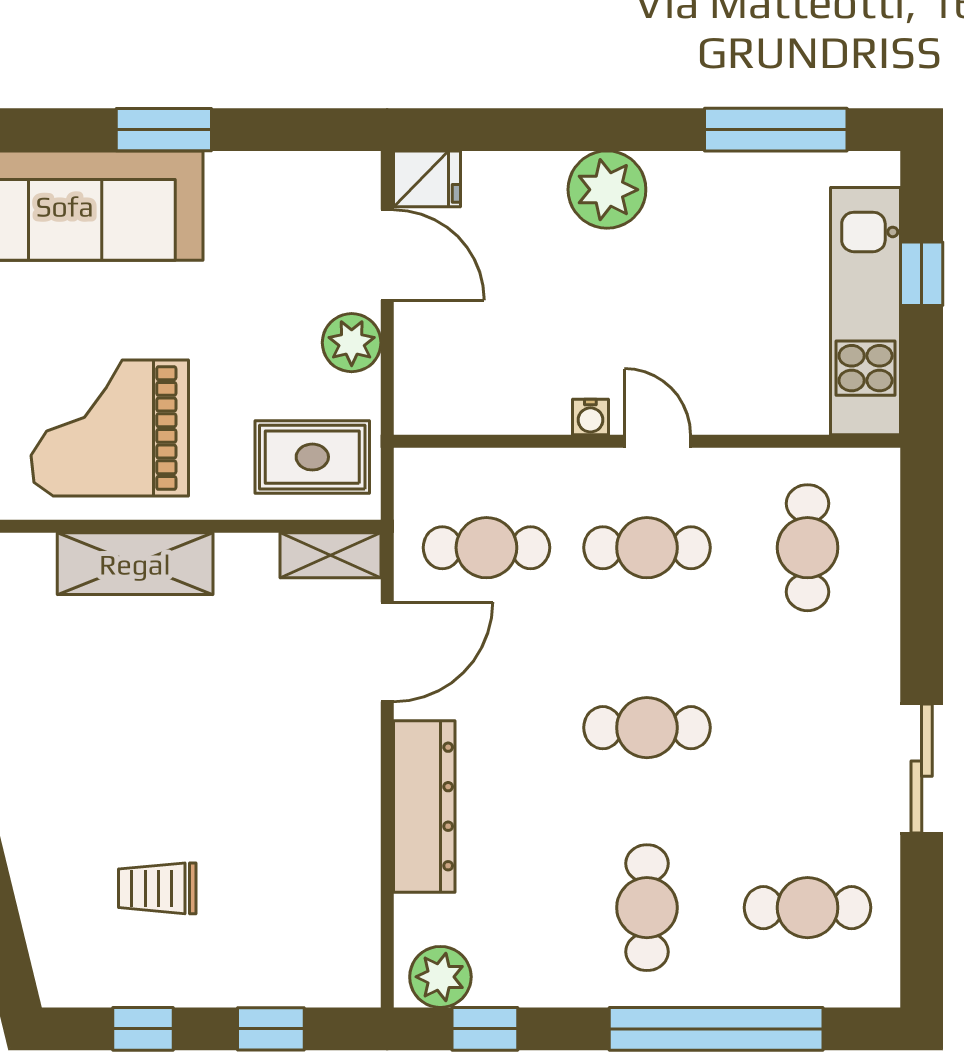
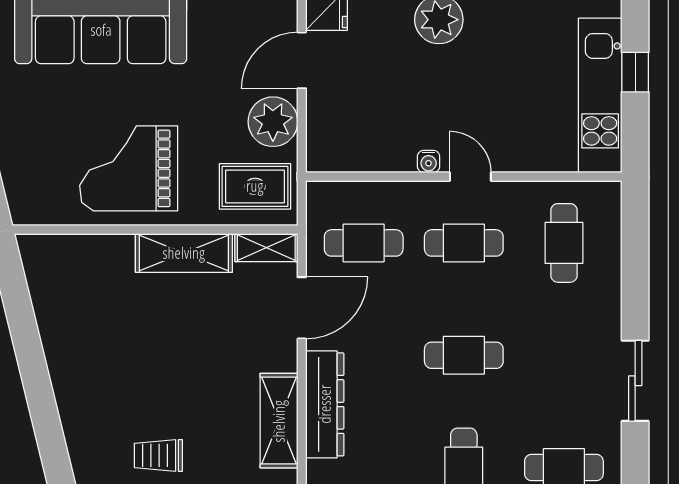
door: (387, 255) -> (302, 60), swing flipped
plant: (352, 343) -> (273, 122), width x1.36, depth x1.36
shelving: (135, 564) -> (184, 253), moved
shelving: (351, 832) -> (279, 421), added

